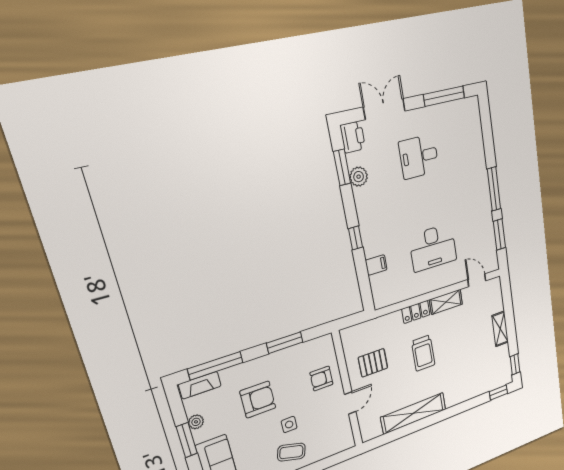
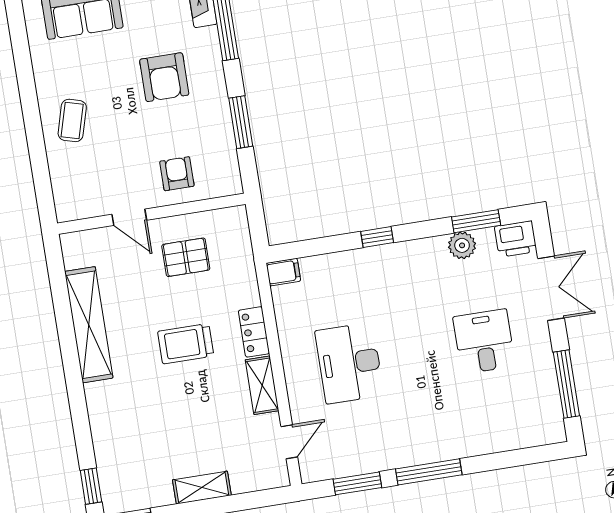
filing cabinet: (376, 265) -> (283, 272), moved, turned -90
pallet: (373, 363) -> (186, 257), turned 90
side table: (289, 424) -> (116, 120), removed

